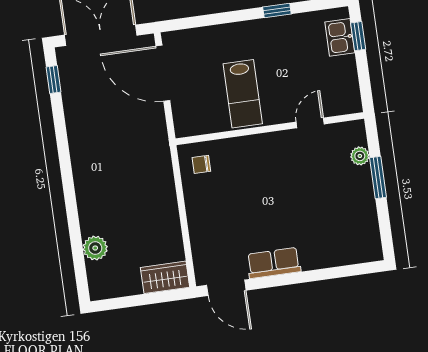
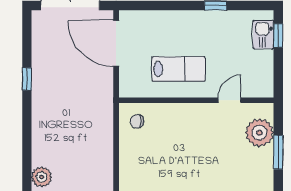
window: (53, 80) -> (27, 79), moved
lab bench: (243, 94) -> (178, 69), turned -90
plant: (360, 156) -> (259, 133), width x1.88, depth x1.88

